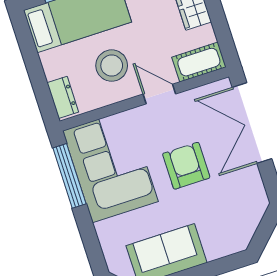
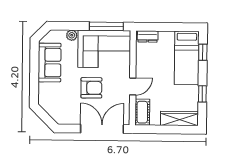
stool: (112, 66) -> (156, 67), removed
plant: (106, 231) -> (72, 35), added

